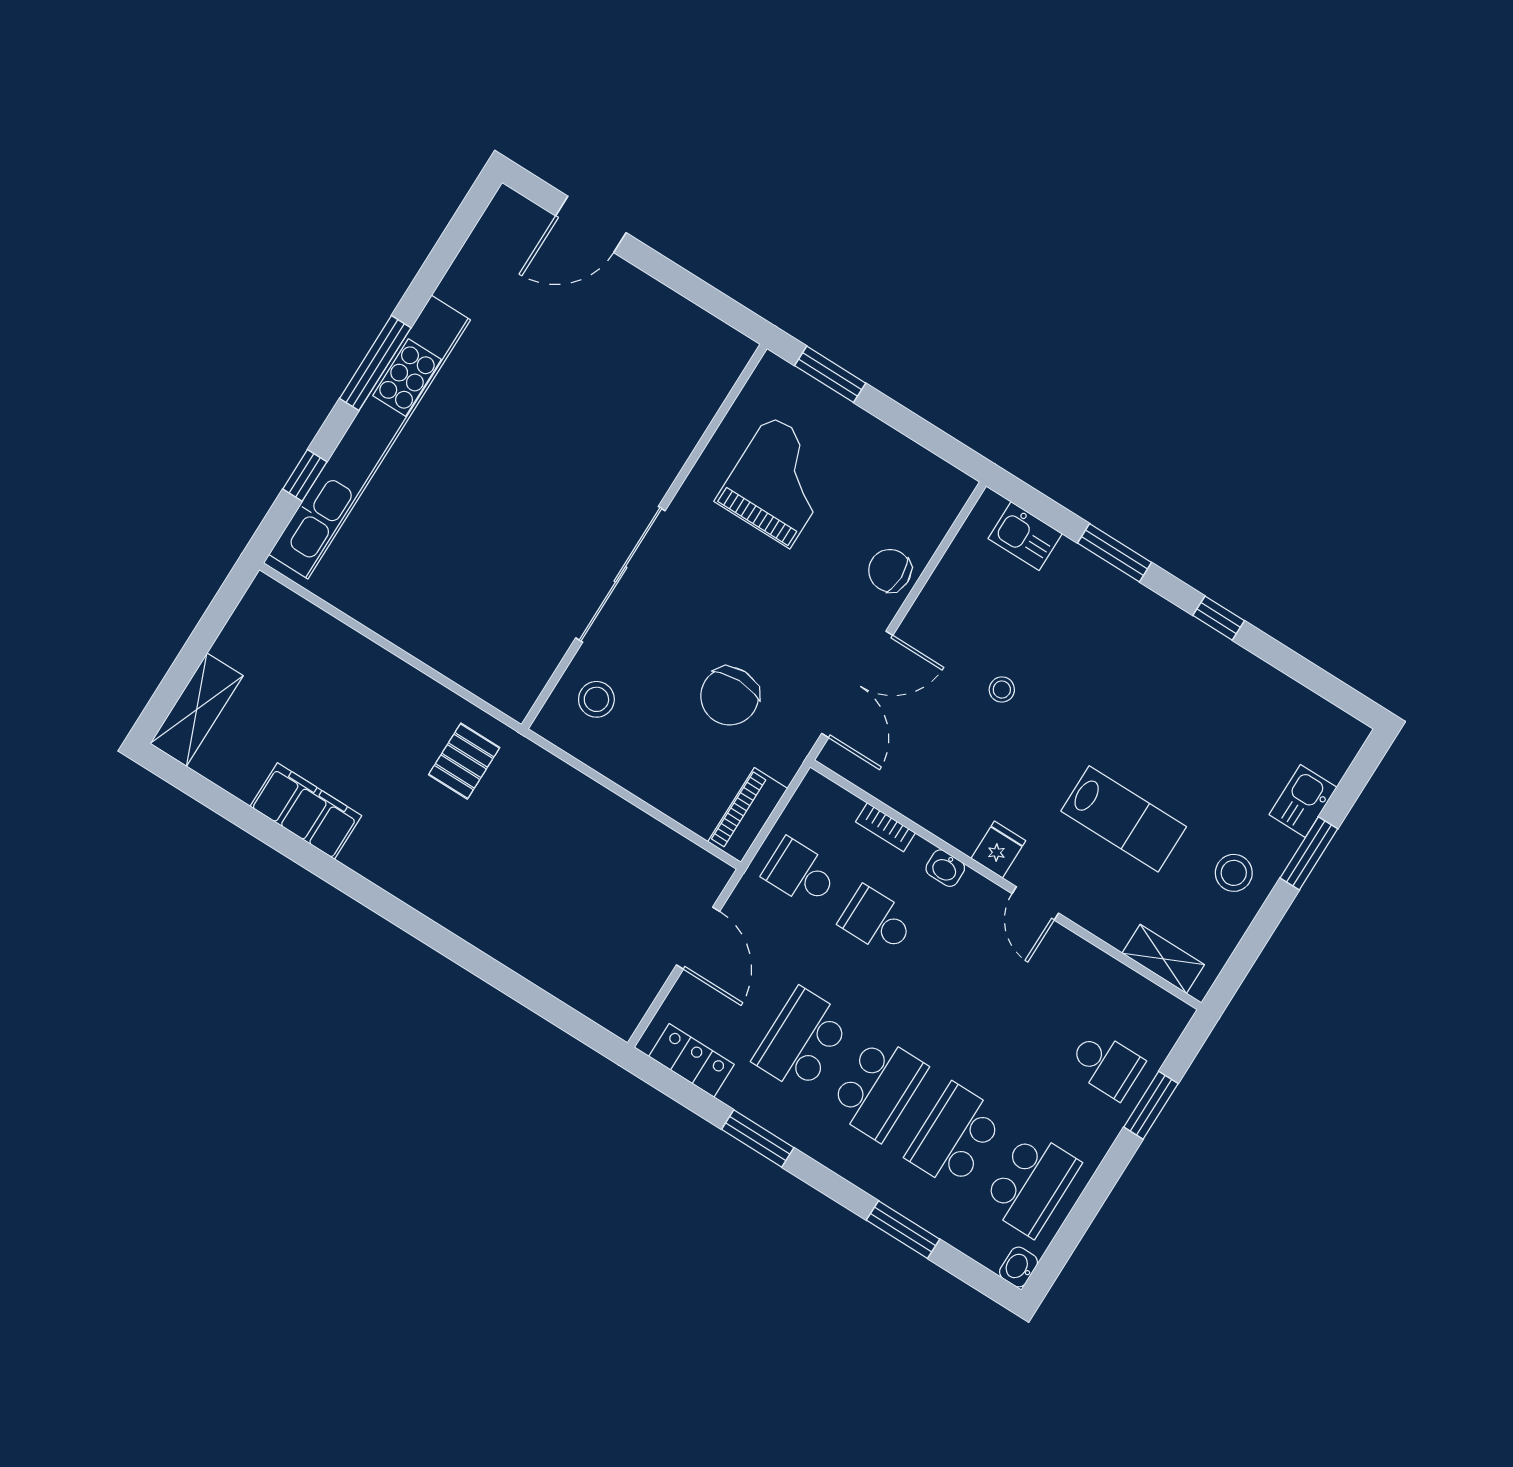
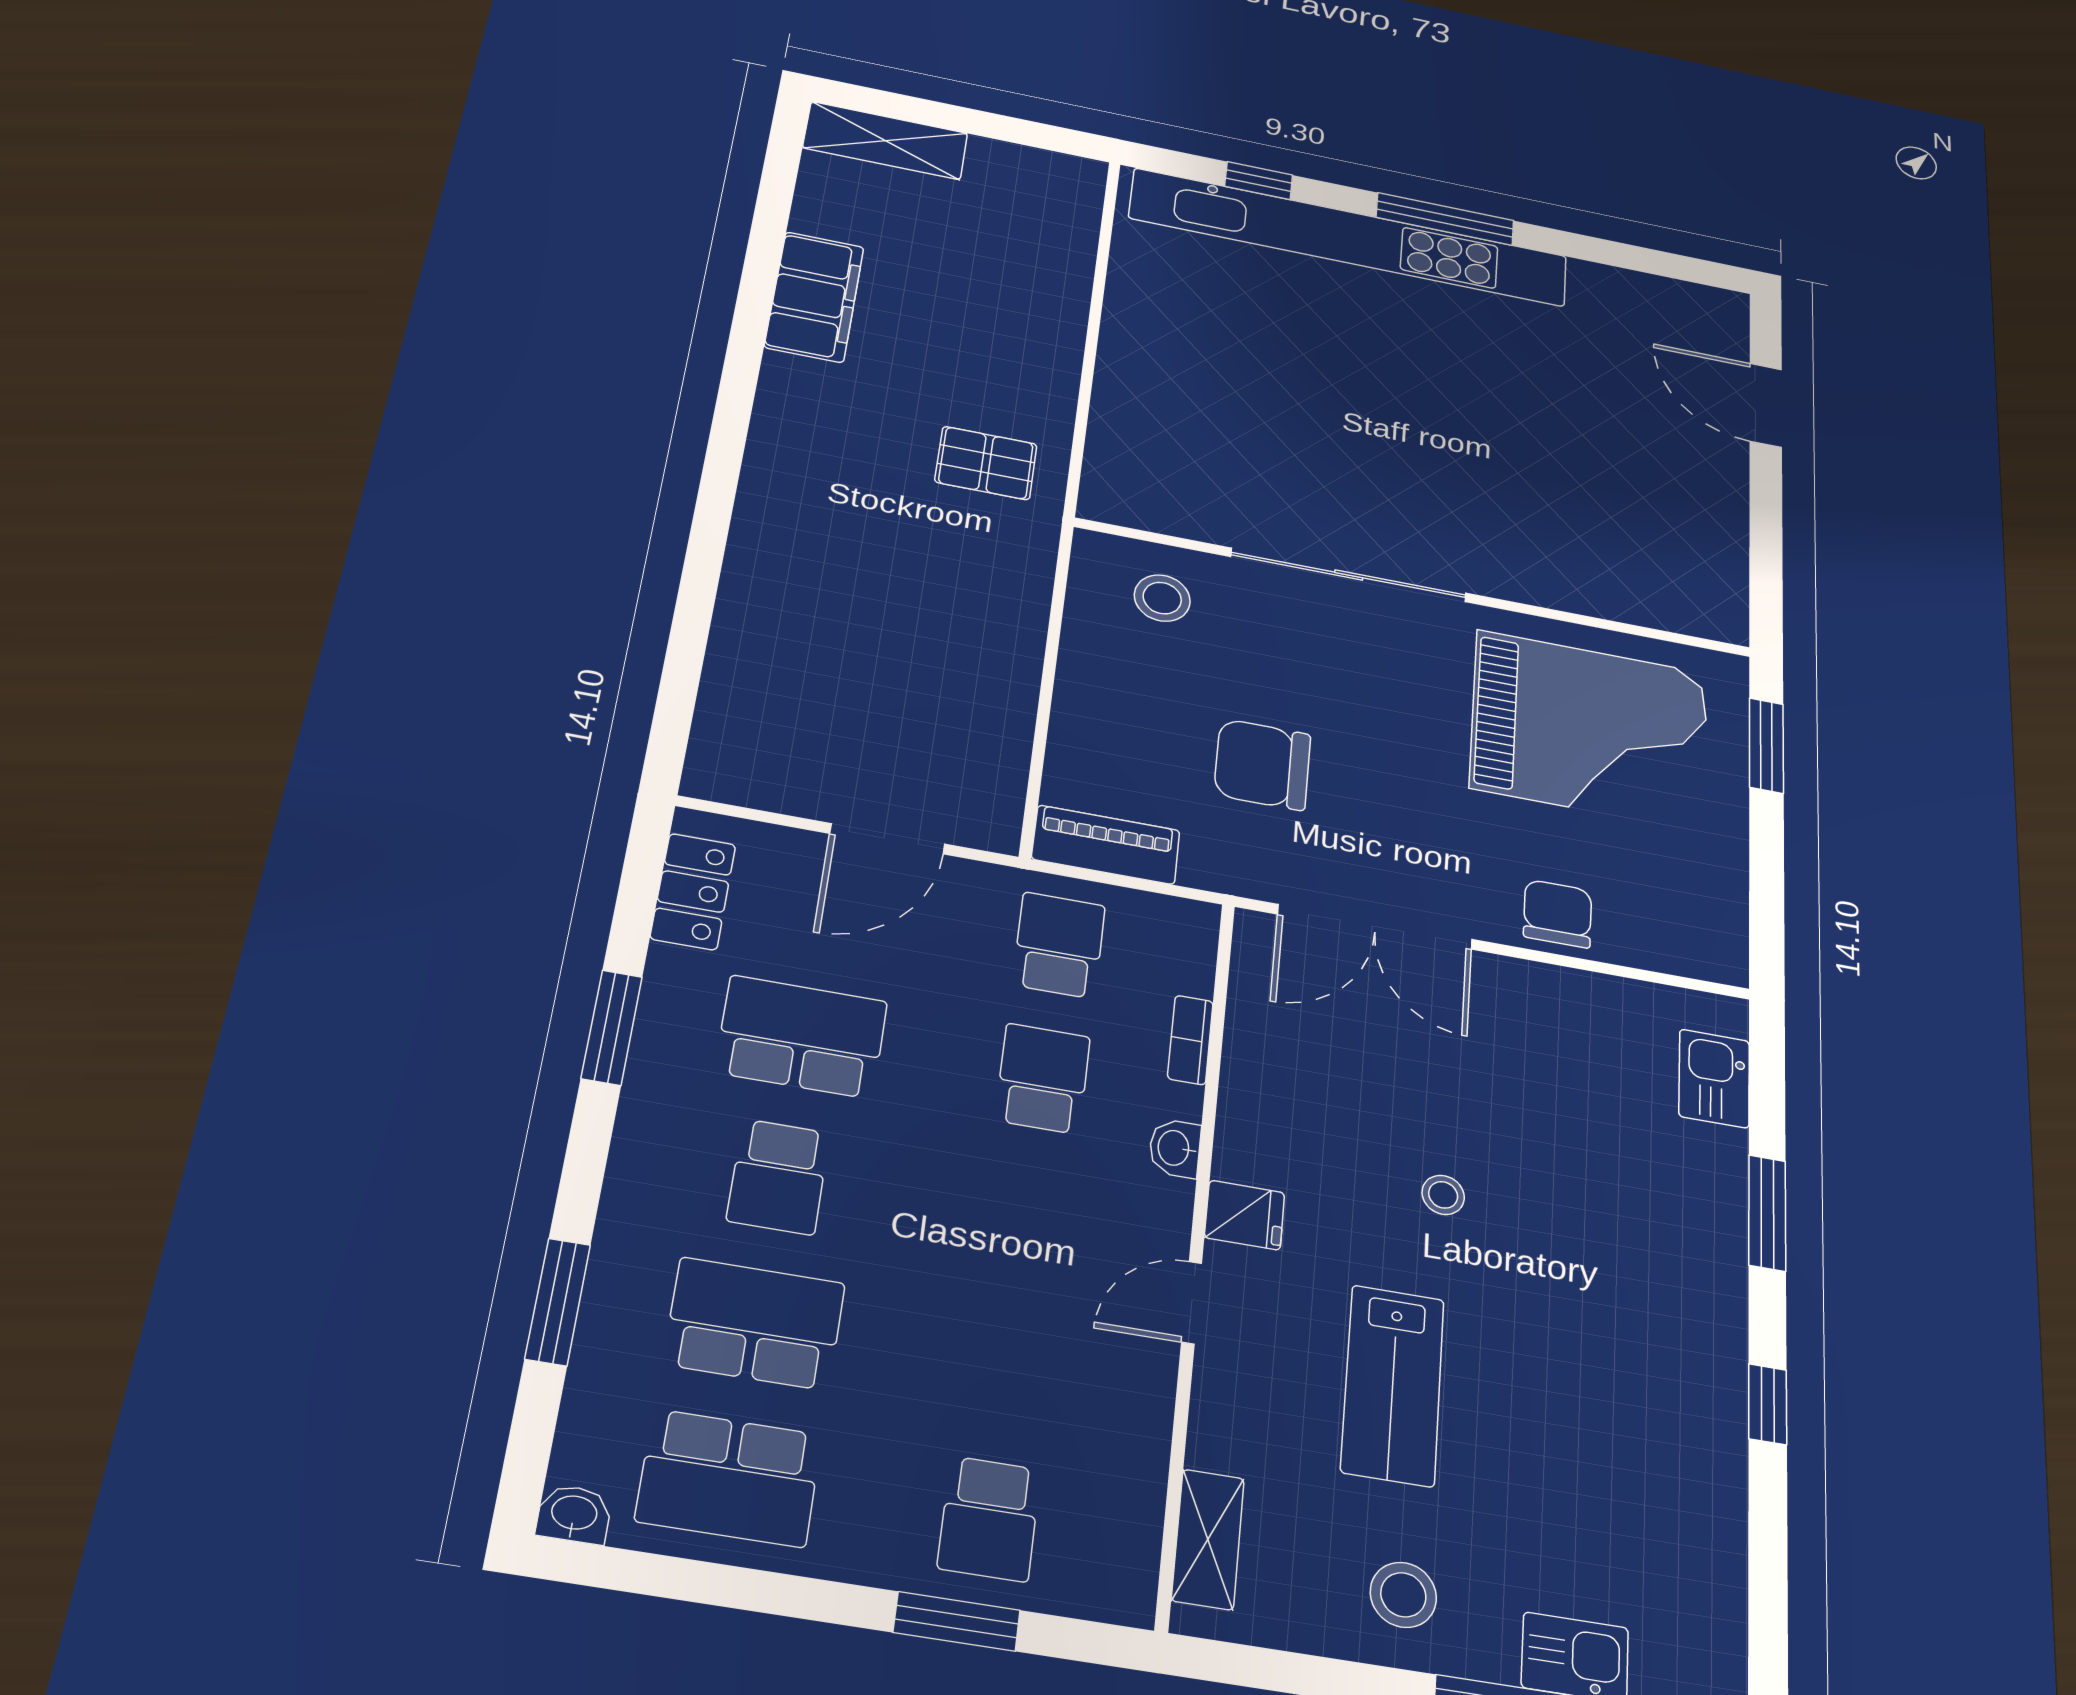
grand piano: (779, 481) -> (1590, 730), width x1.37, depth x1.48
stool: (1002, 690) -> (1443, 1195), moved
school desk: (878, 1088) -> (778, 1177), width x0.54

